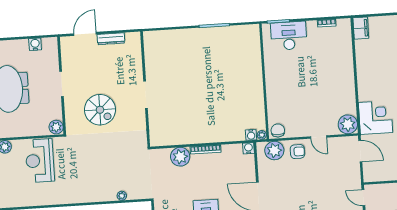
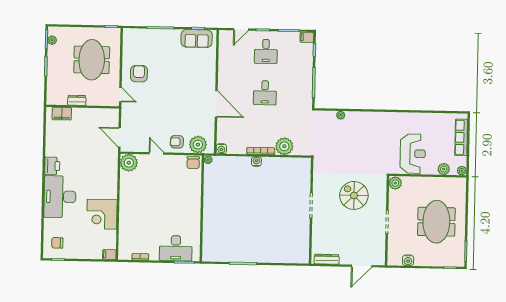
filing cabinet: (361, 28) -> (109, 255), width x0.50
dresser: (111, 39) -> (327, 259), moved
corner desk: (376, 118) -> (102, 214), moved
water cooler: (251, 135) -> (256, 161), moved

